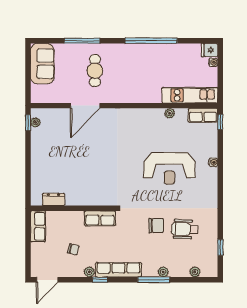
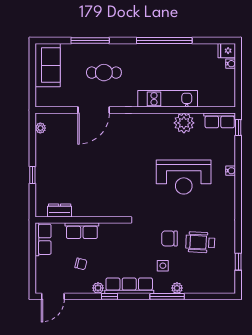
cafe table: (95, 71) -> (104, 73), turned 90
kitchen unit: (190, 95) -> (168, 99), moved
plant: (170, 113) -> (184, 123), width x1.88, depth x1.88
window: (28, 123) -> (32, 175), moved
row of seats: (100, 218) -> (82, 231), moved
chair: (156, 226) -> (169, 238), turned 180
side table: (150, 251) -> (163, 266), added
plant: (195, 272) -> (211, 288), removed

